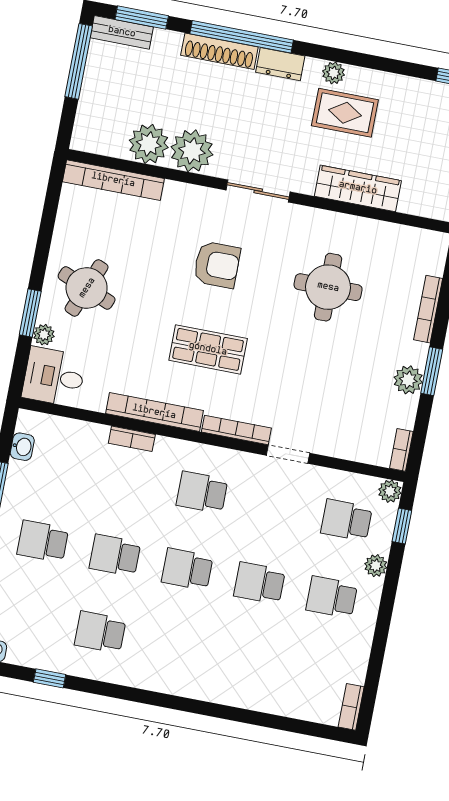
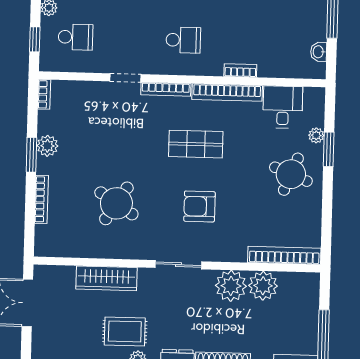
round table: (328, 287) -> (116, 203), turned 33
desk: (54, 377) -> (283, 107), moved, turned -90
plant: (390, 491) -> (48, 63), removed

